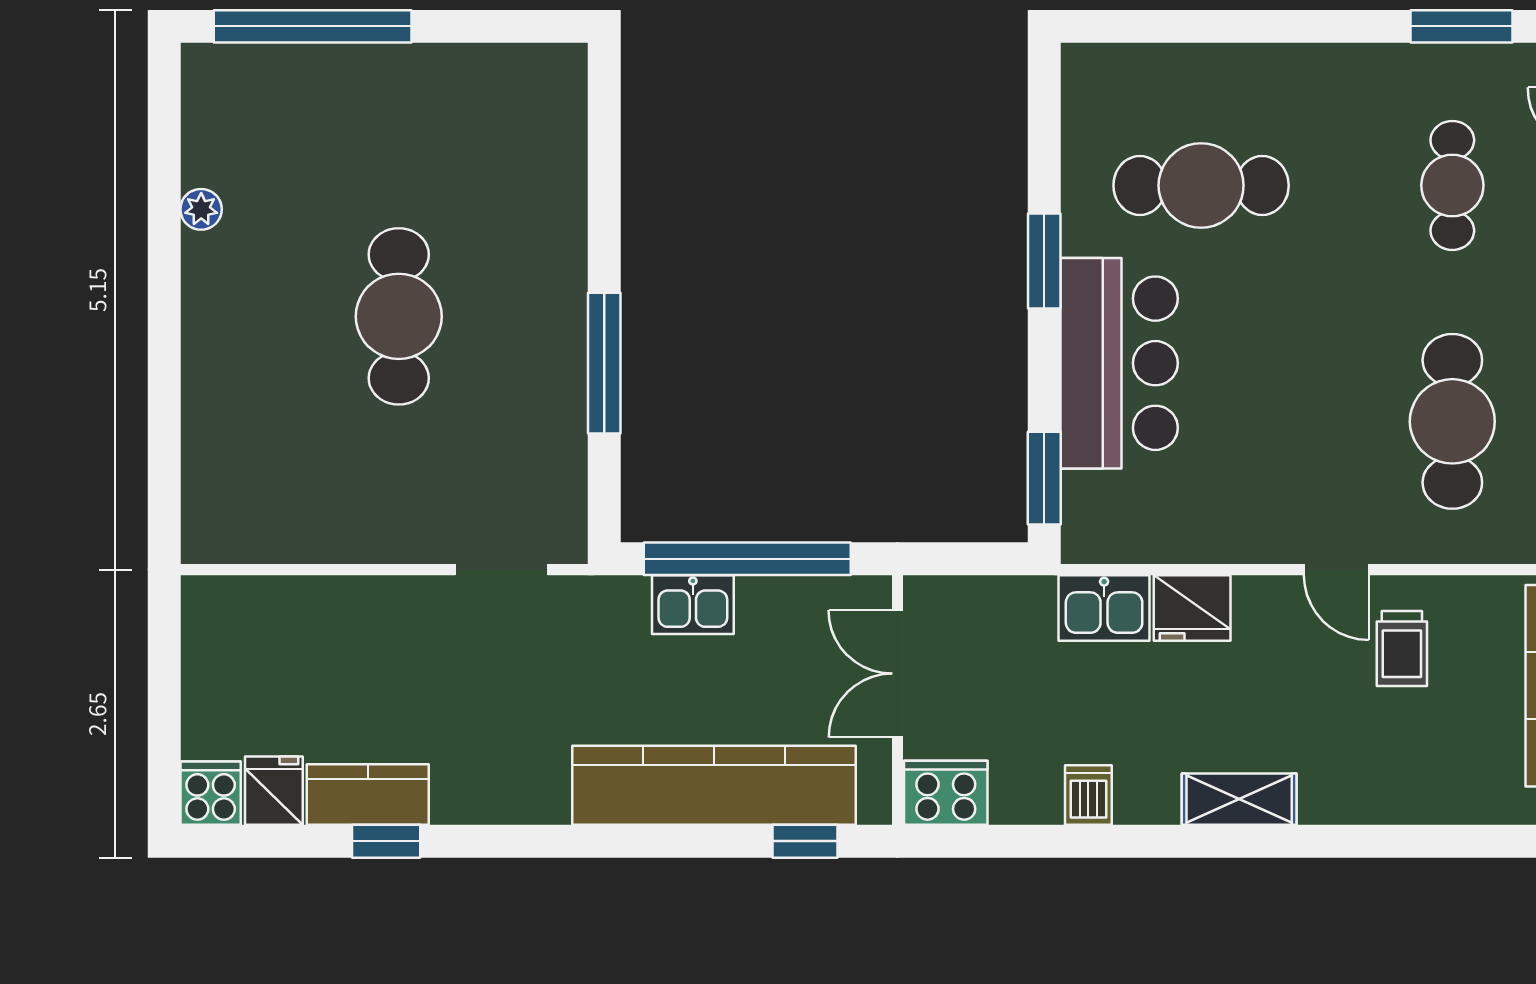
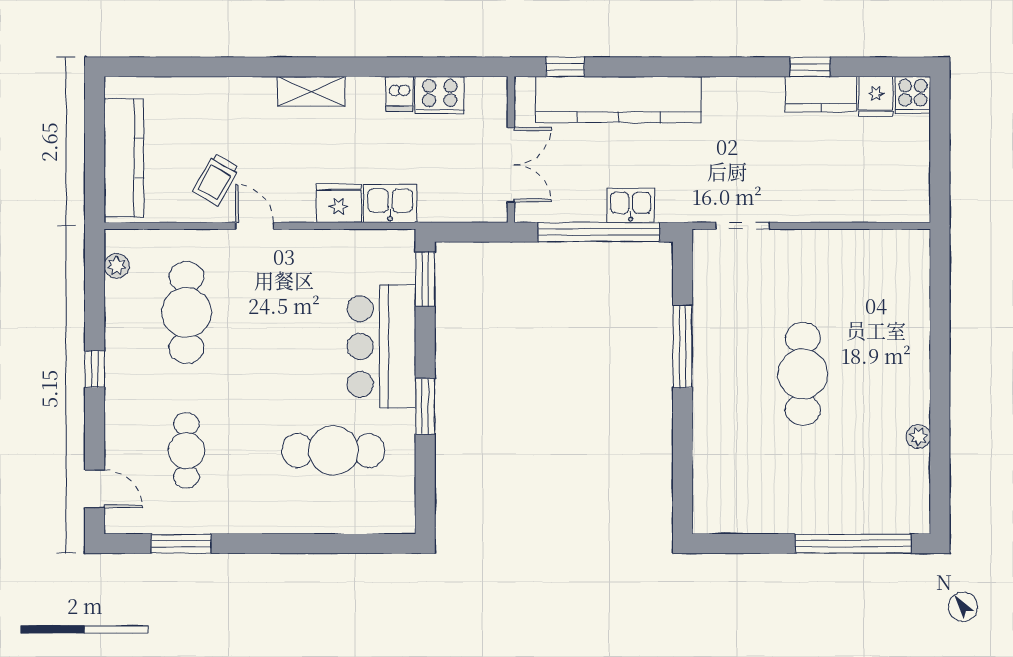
trolley: (1402, 648) -> (216, 180), turned -151
cooker: (946, 793) -> (440, 95), moved

